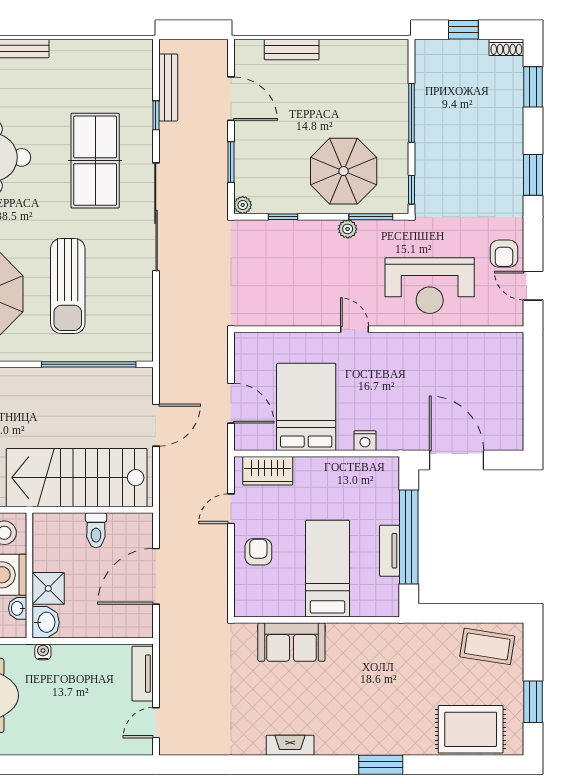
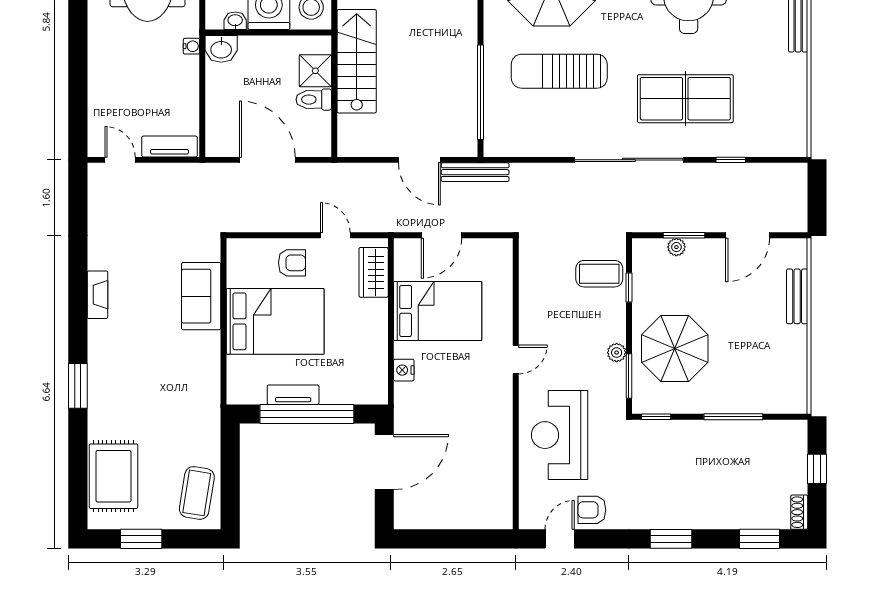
bench: (168, 88) -> (475, 172), moved
plant: (243, 205) -> (676, 247), moved
coffee table: (269, 246) -> (599, 274), added
stairs: (77, 478) -> (357, 61), width x0.73, depth x0.66
bed: (327, 569) -> (275, 321), width x1.50
shower: (48, 588) -> (315, 71), moved

